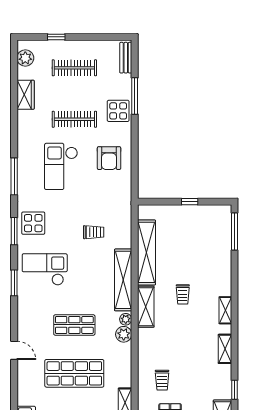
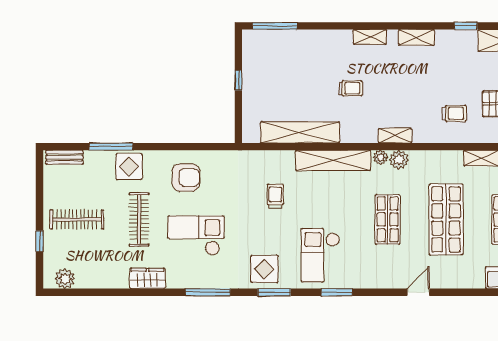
clothes rail: (74, 68) -> (77, 219), turned 90
wardrobe: (26, 95) -> (147, 278), moved
checkout: (61, 166) -> (196, 235), turned 180
shelving: (146, 307) -> (395, 136), moved, width x0.67, depth x0.75

